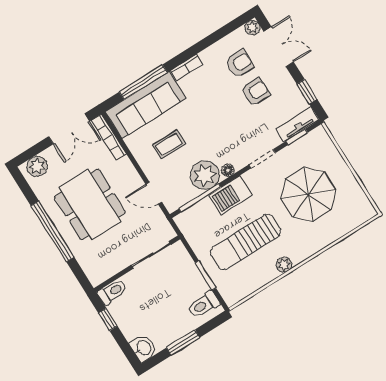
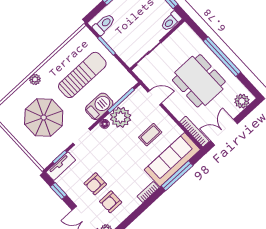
plant: (284, 265) -> (35, 79), moved

